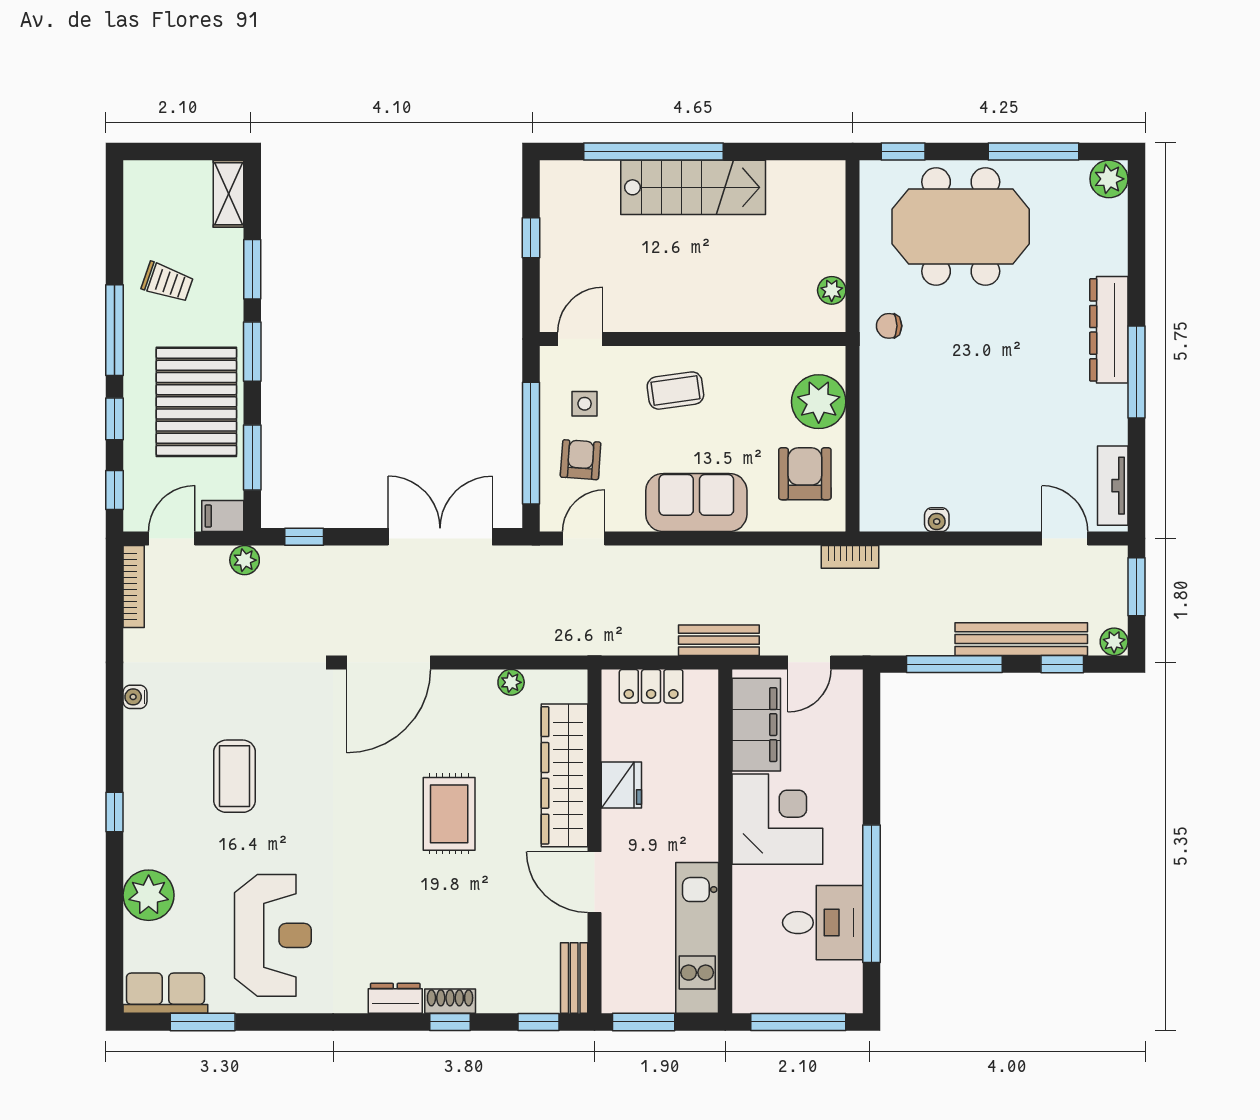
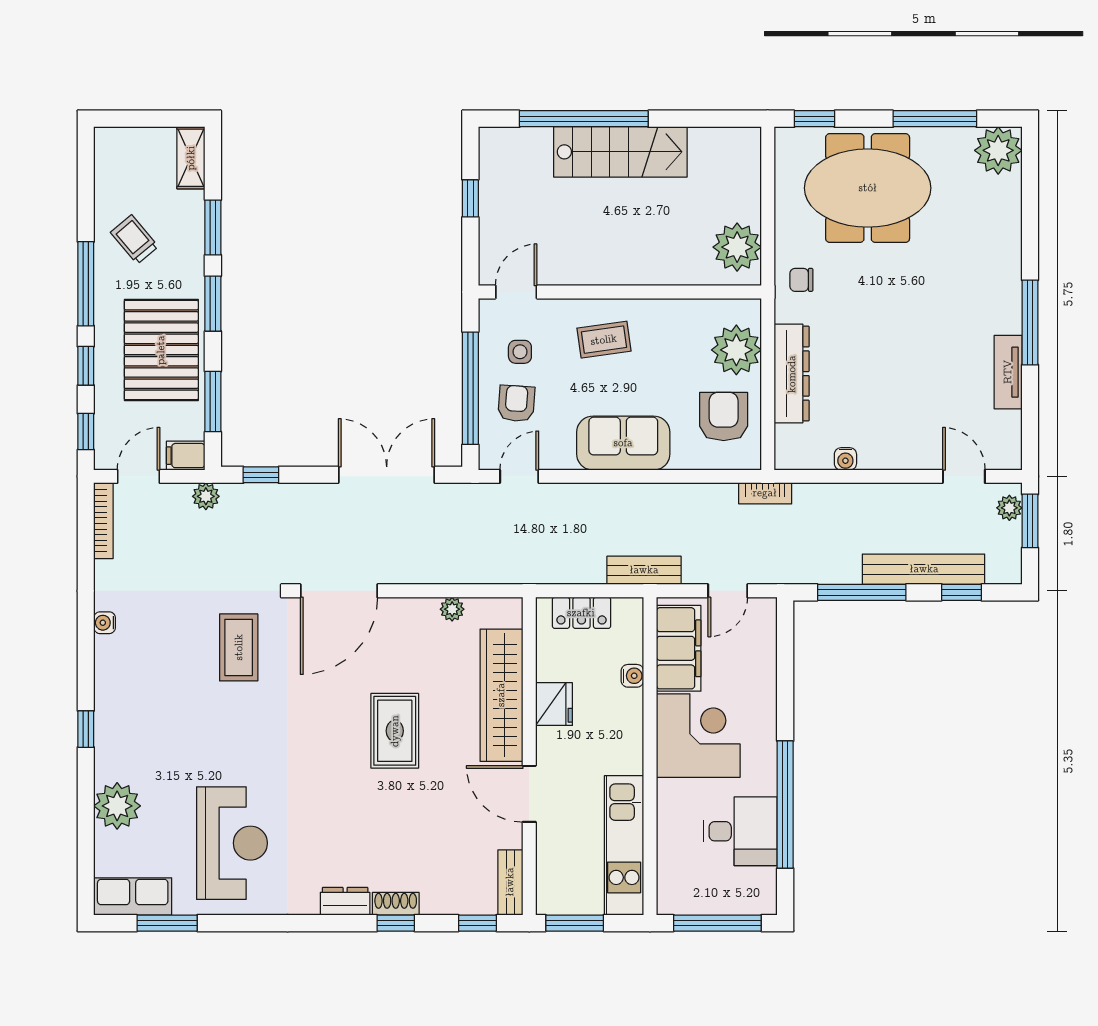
plant: (1109, 179) -> (998, 150), width x1.36, depth x1.36
trolley: (167, 282) -> (134, 239), turned -149
plant: (832, 290) -> (737, 247), width x1.88, depth x1.88
dresser: (1109, 330) -> (792, 374), moved, turned 180
tv unit: (1113, 486) -> (1008, 372), moved
plant: (1114, 642) -> (1009, 508), moved
water cooler: (706, 754) -> (632, 676), added
coffee table: (235, 776) -> (239, 647), moved

